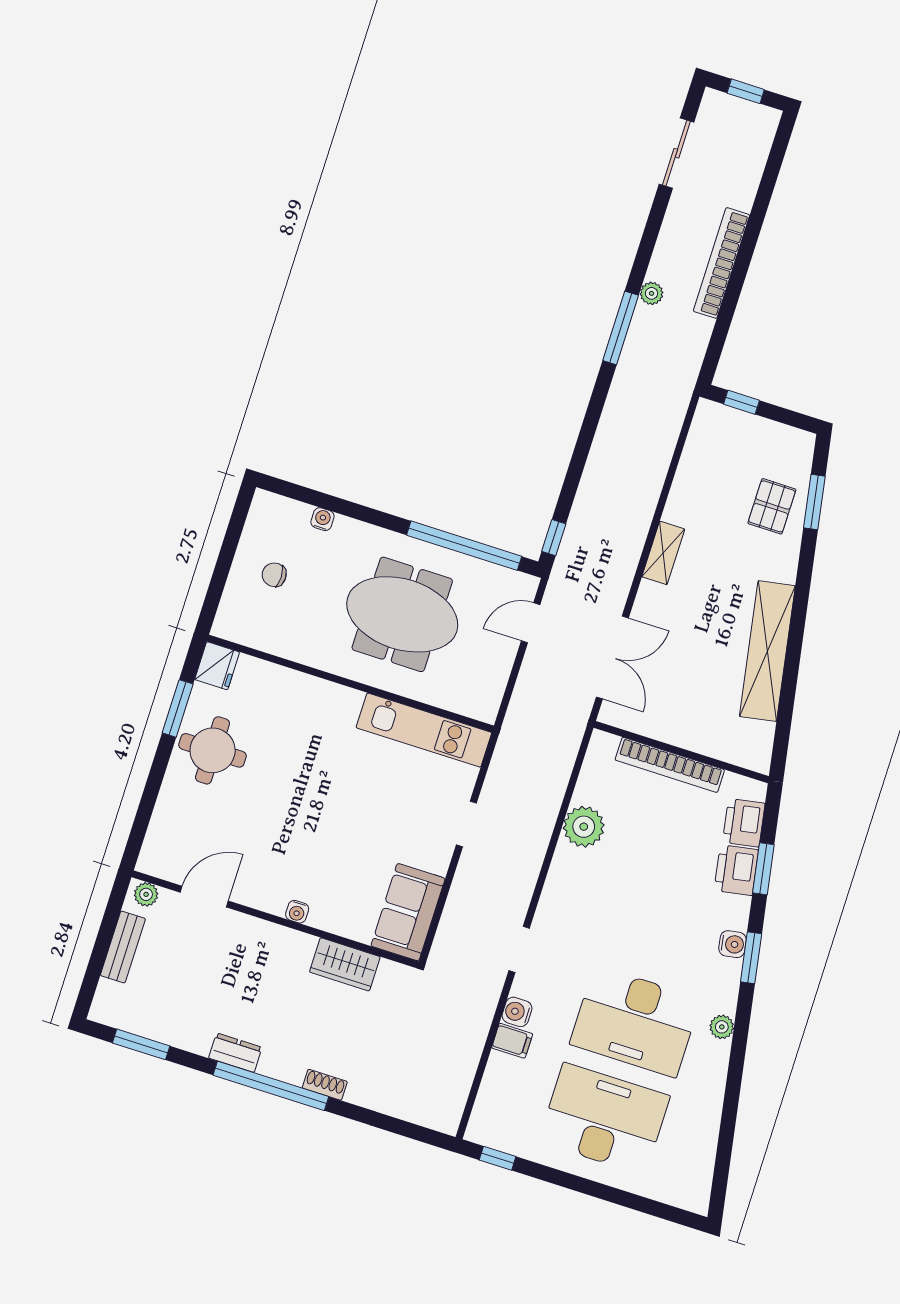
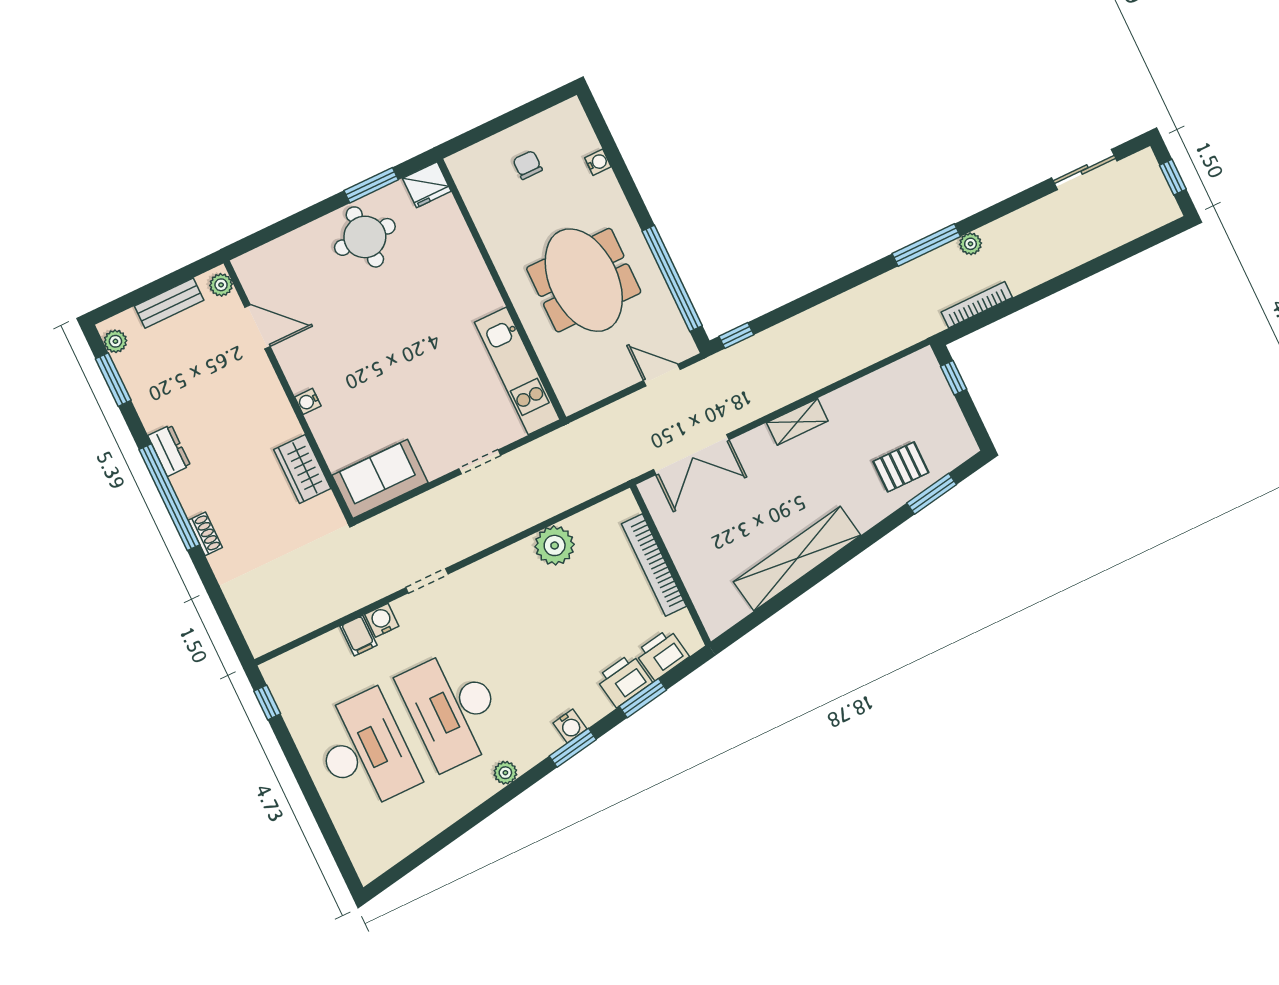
bookcase: (721, 263) -> (977, 305), moved, width x0.68, depth x0.76
plant: (113, 1015) -> (115, 341), added

